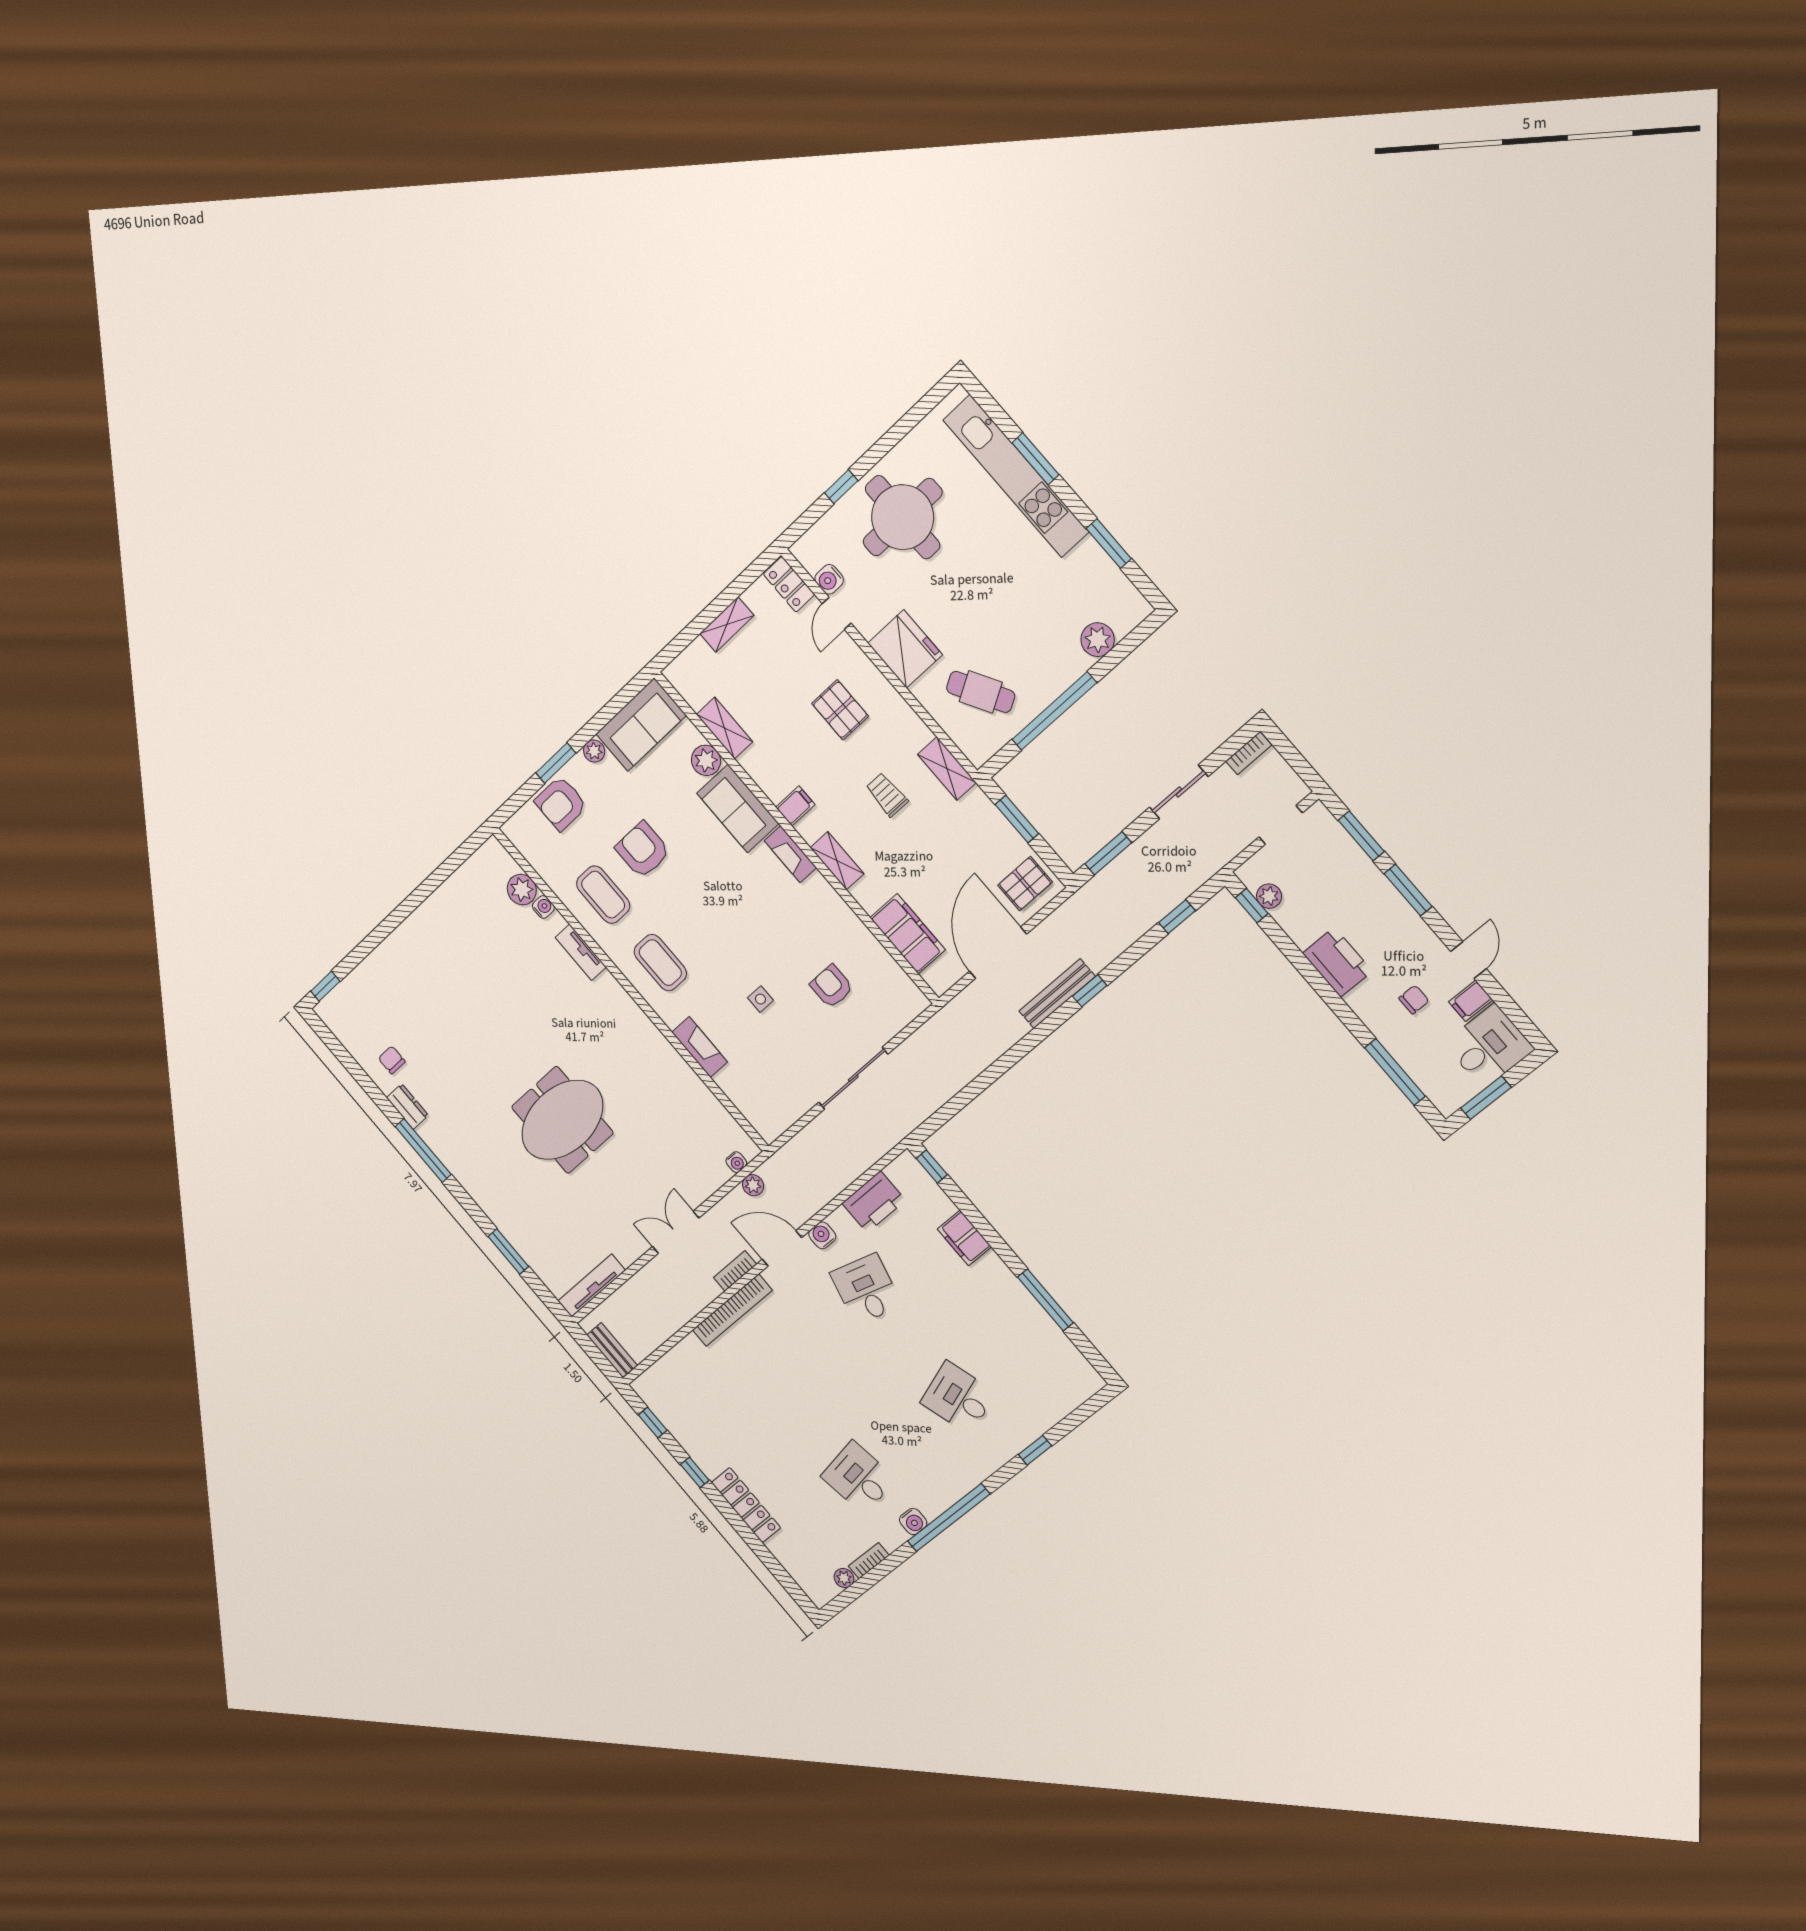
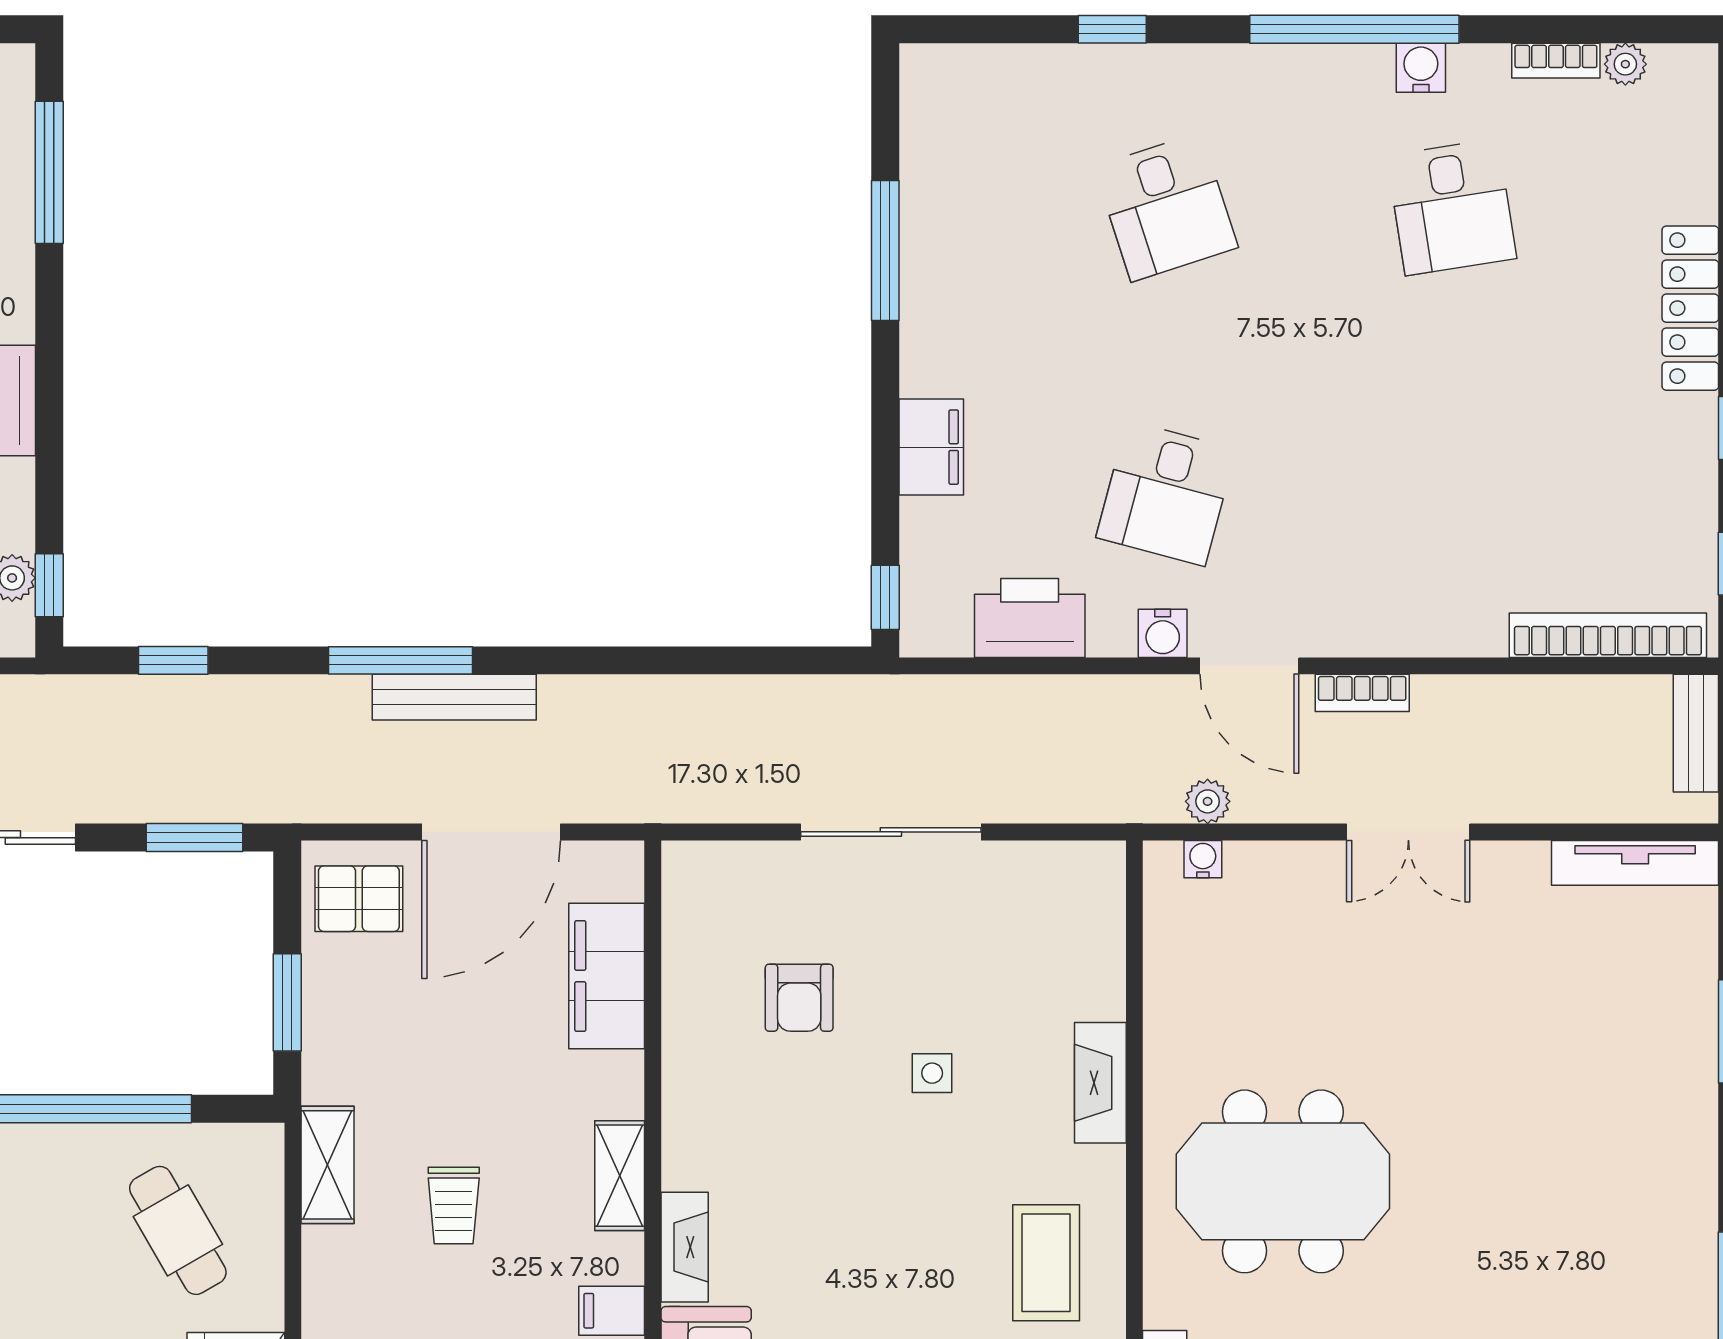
window: (1090, 991) -> (400, 660), width x2.17
meeting table: (562, 1120) -> (1283, 1181), moved
bookcase: (732, 1310) -> (1608, 635), moved

